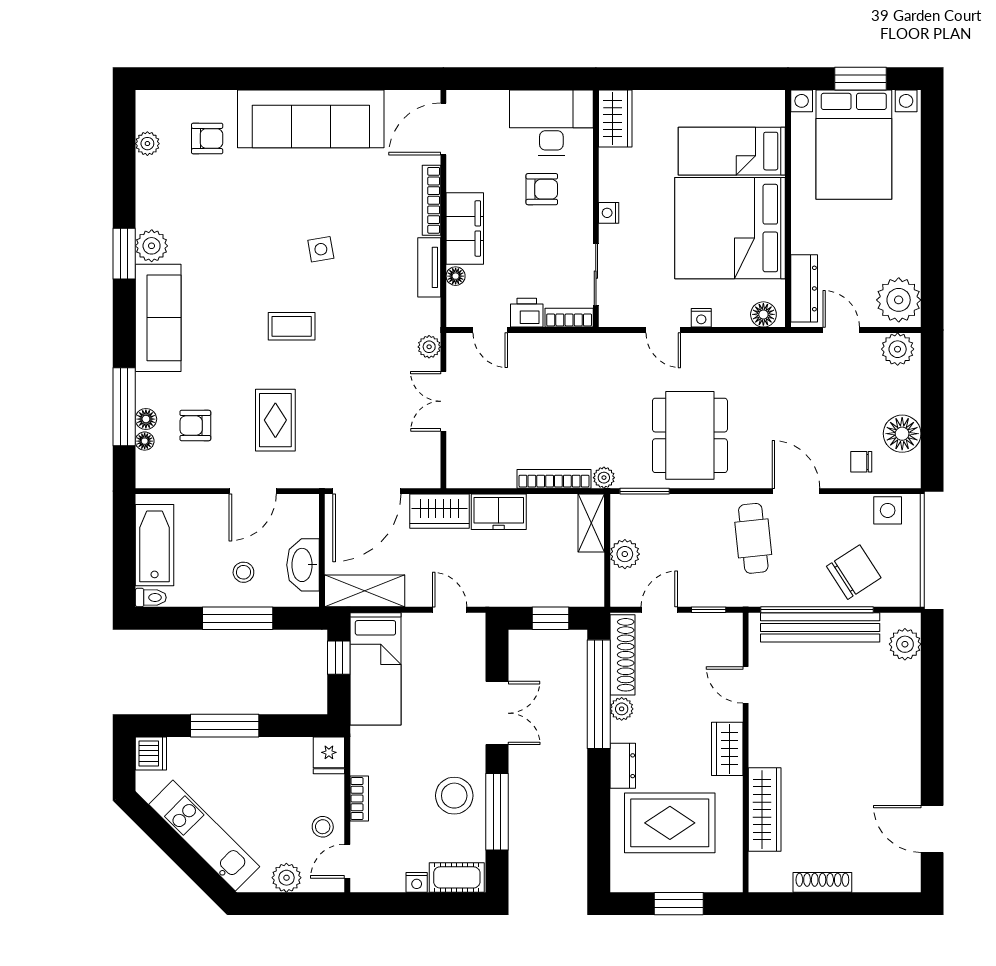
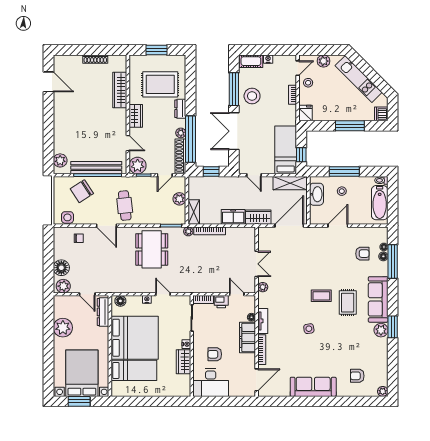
sofa: (311, 119) -> (313, 387), width x0.74, depth x0.79
wardrobe: (615, 119) -> (183, 362), moved
plant: (147, 144) -> (383, 391), moved
plant: (899, 300) -> (63, 328), moved
rug: (275, 420) -> (348, 303), moved
floor lamp: (902, 434) -> (61, 268), moved
plant: (723, 632) -> (138, 166), added
double door: (497, 713) -> (234, 131), width x1.37

